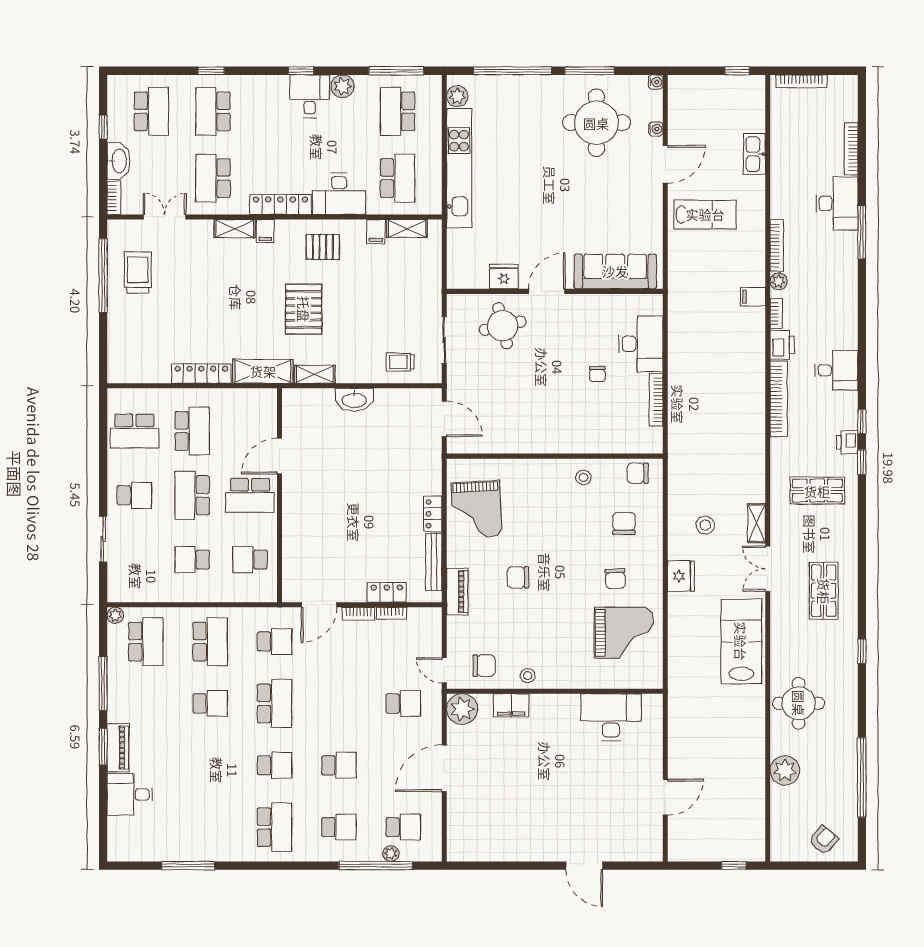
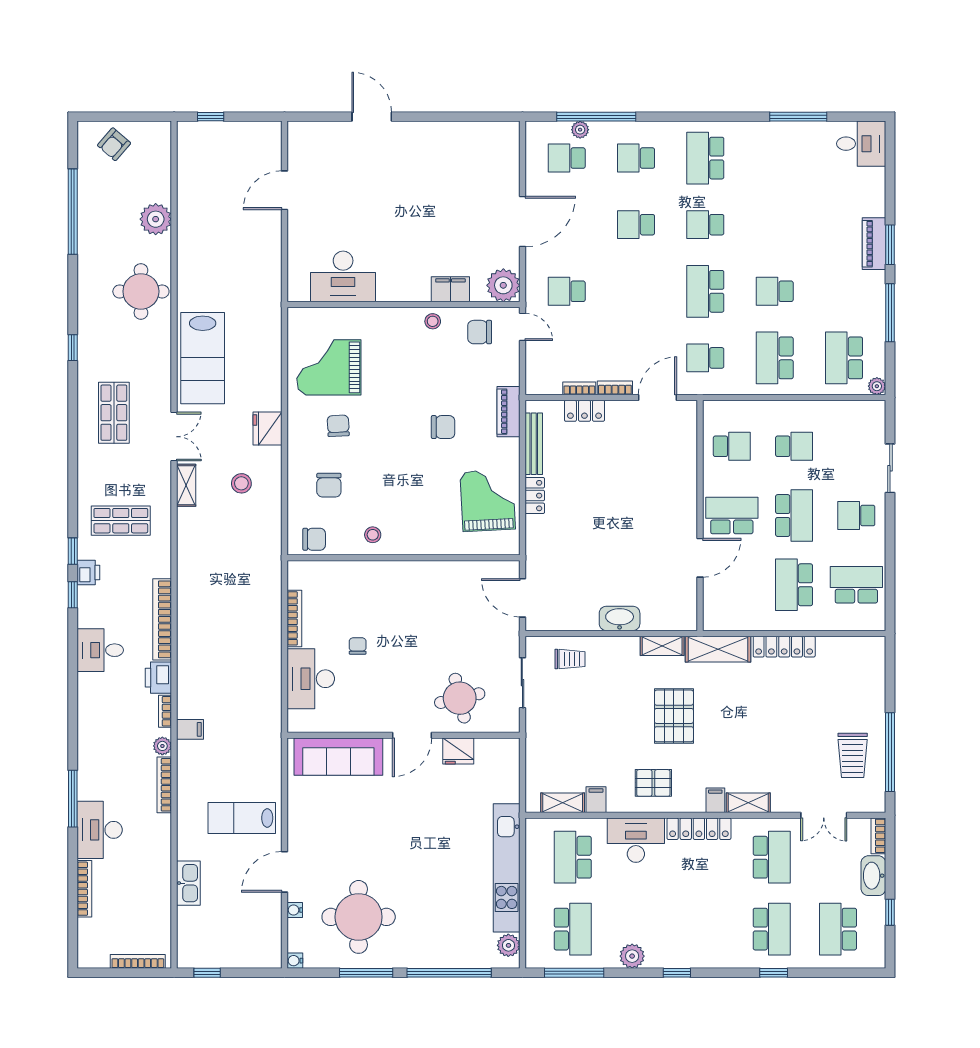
desk: (310, 96) -> (667, 945), removed
desk: (130, 794) -> (861, 144), moved

